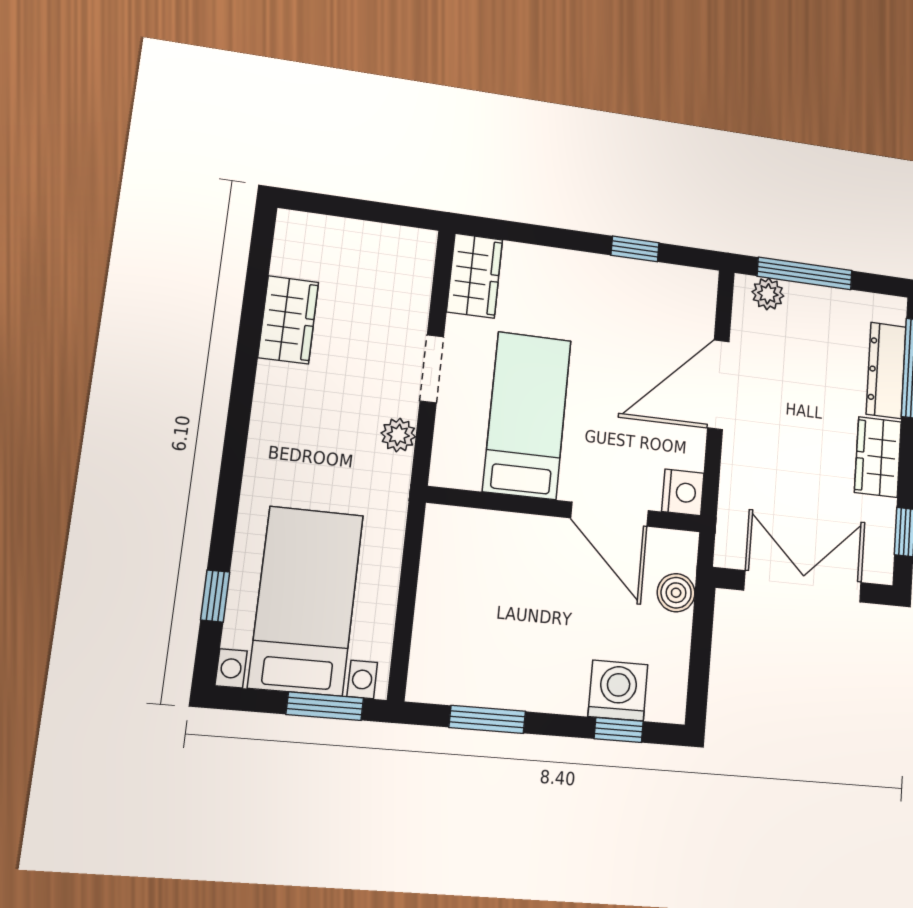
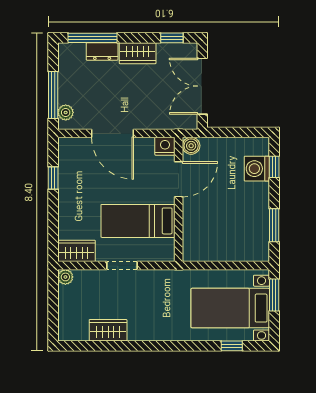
dresser: (886, 370) -> (102, 51), width x0.70
plant: (398, 435) -> (65, 277), moved
boiler: (676, 593) -> (191, 146), moved

